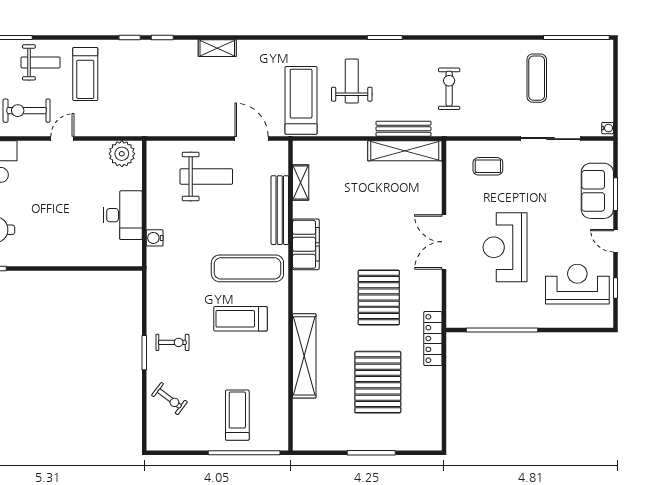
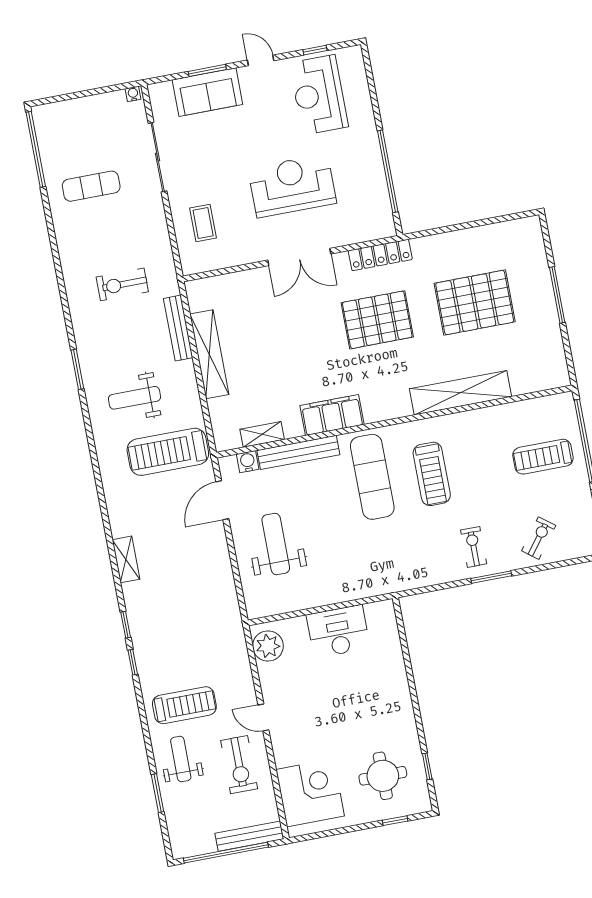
shelving: (405, 151) -> (209, 354), moved
water cooler: (155, 238) -> (248, 462), moved, turned 180
door: (616, 241) -> (261, 60), swing flipped
reception desk: (505, 247) -> (292, 186), turned 180
locker: (433, 339) -> (380, 255), moved

